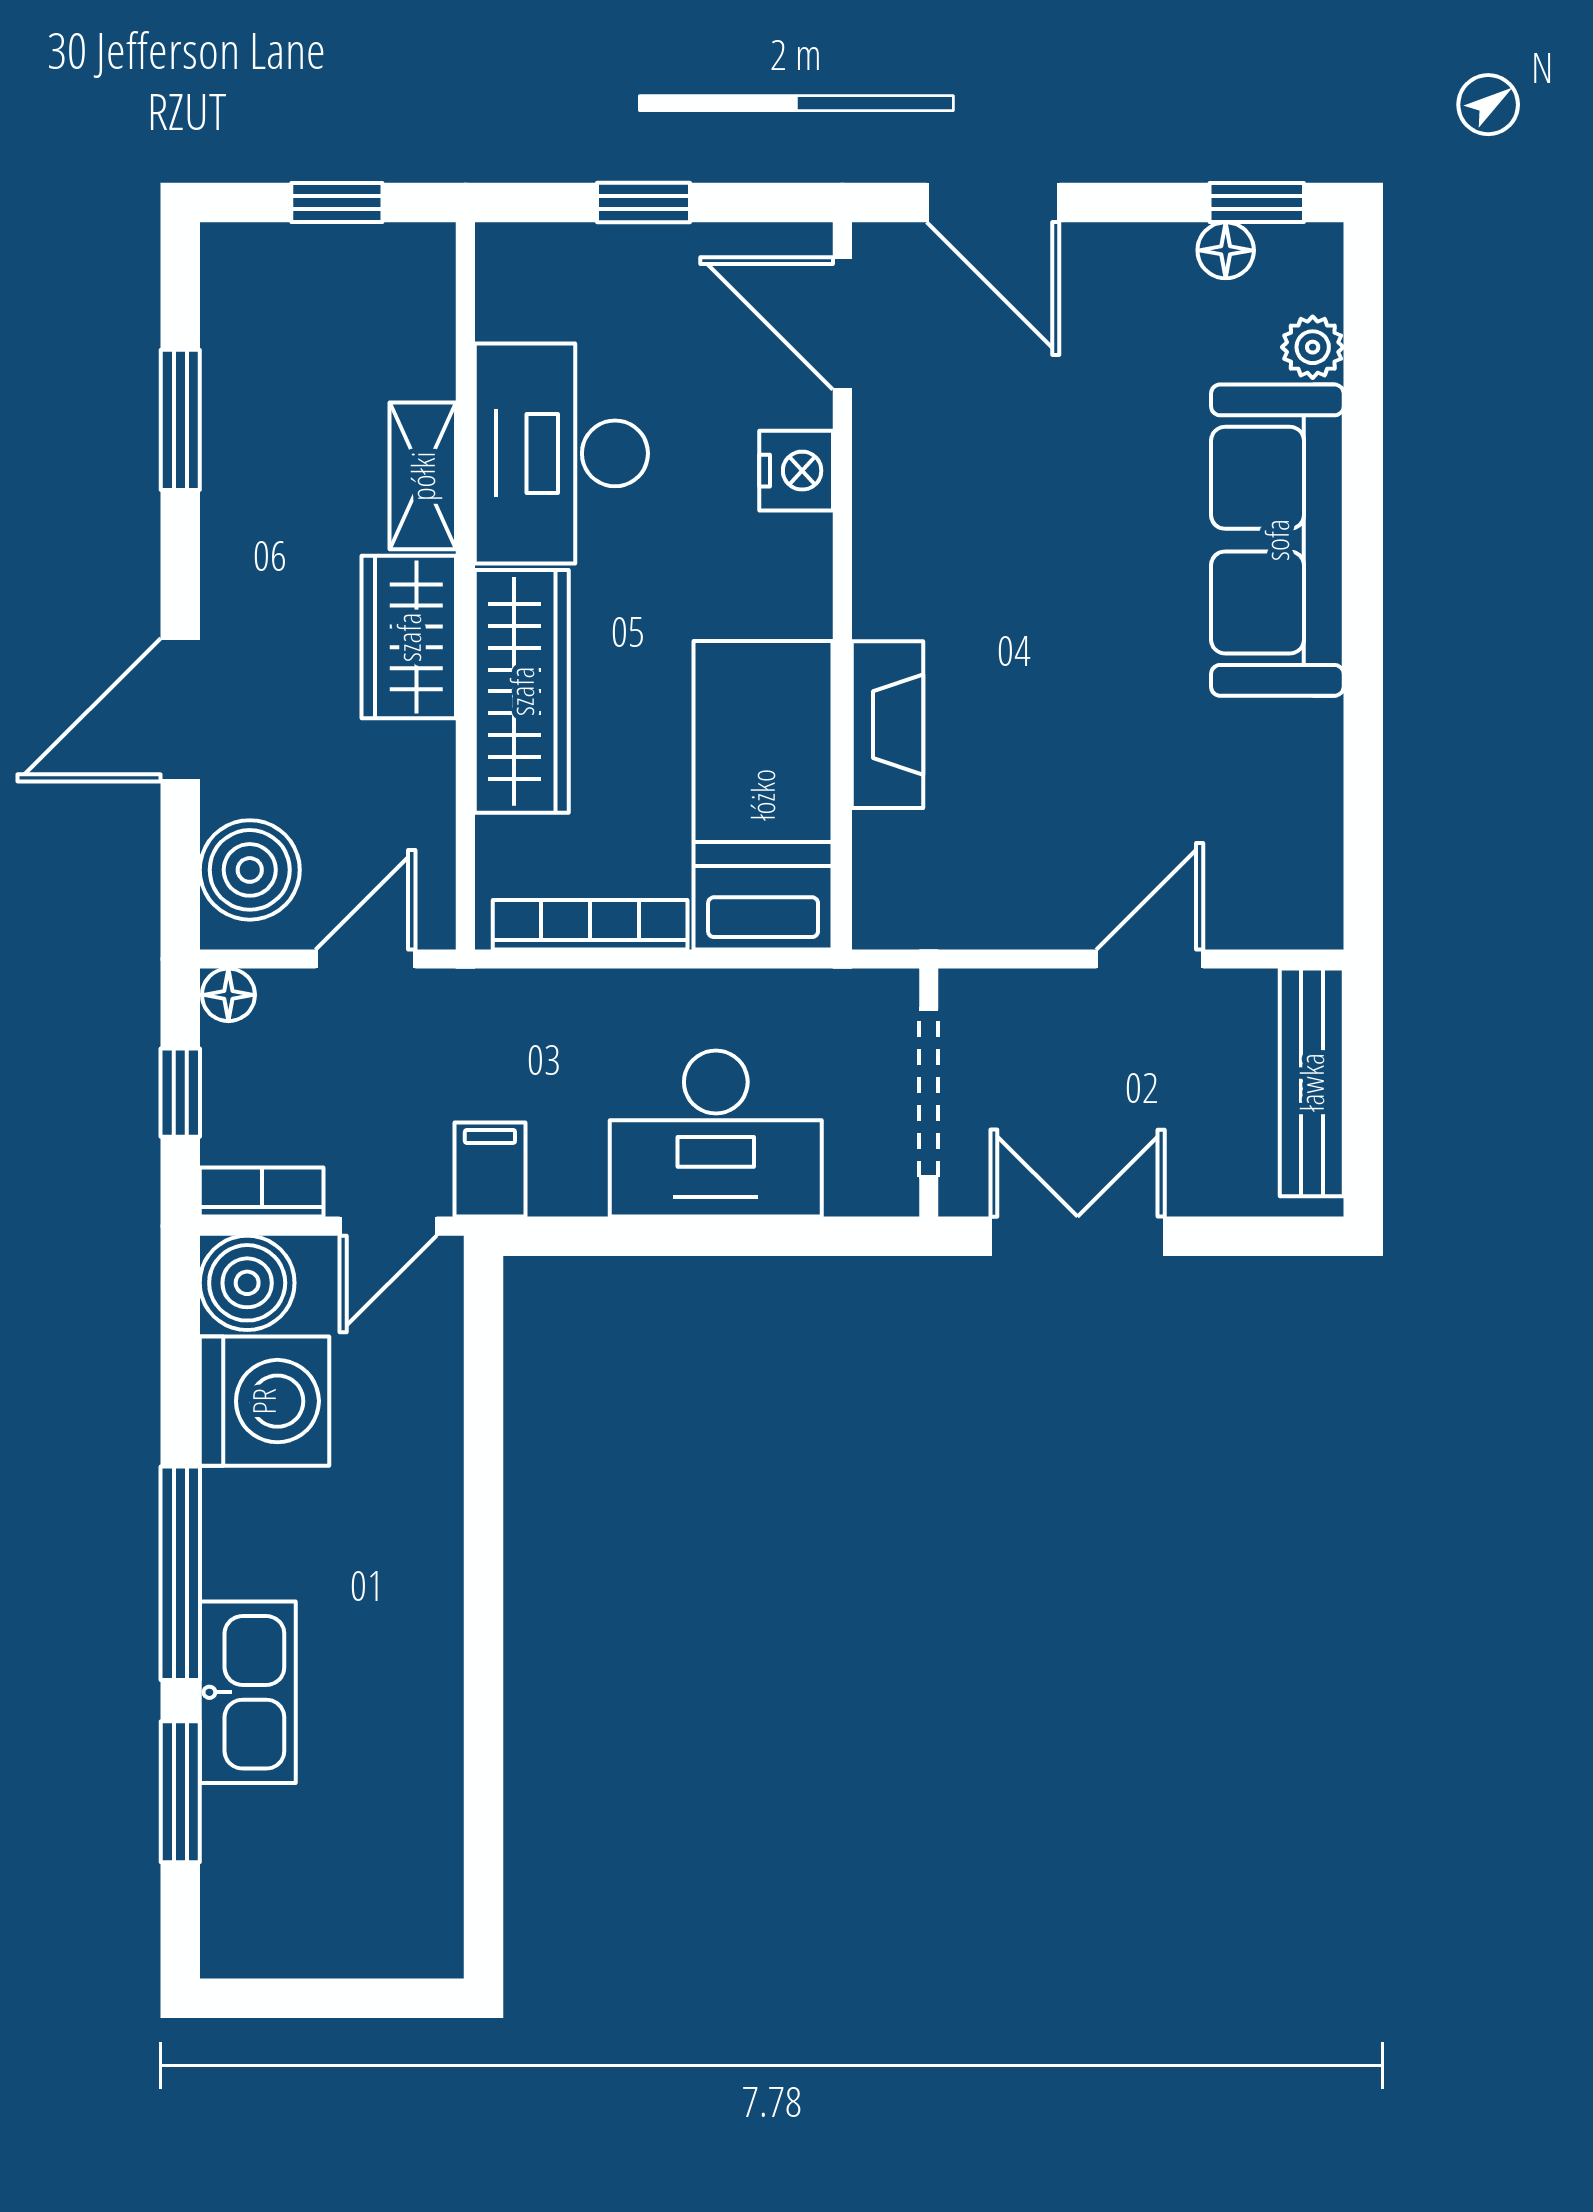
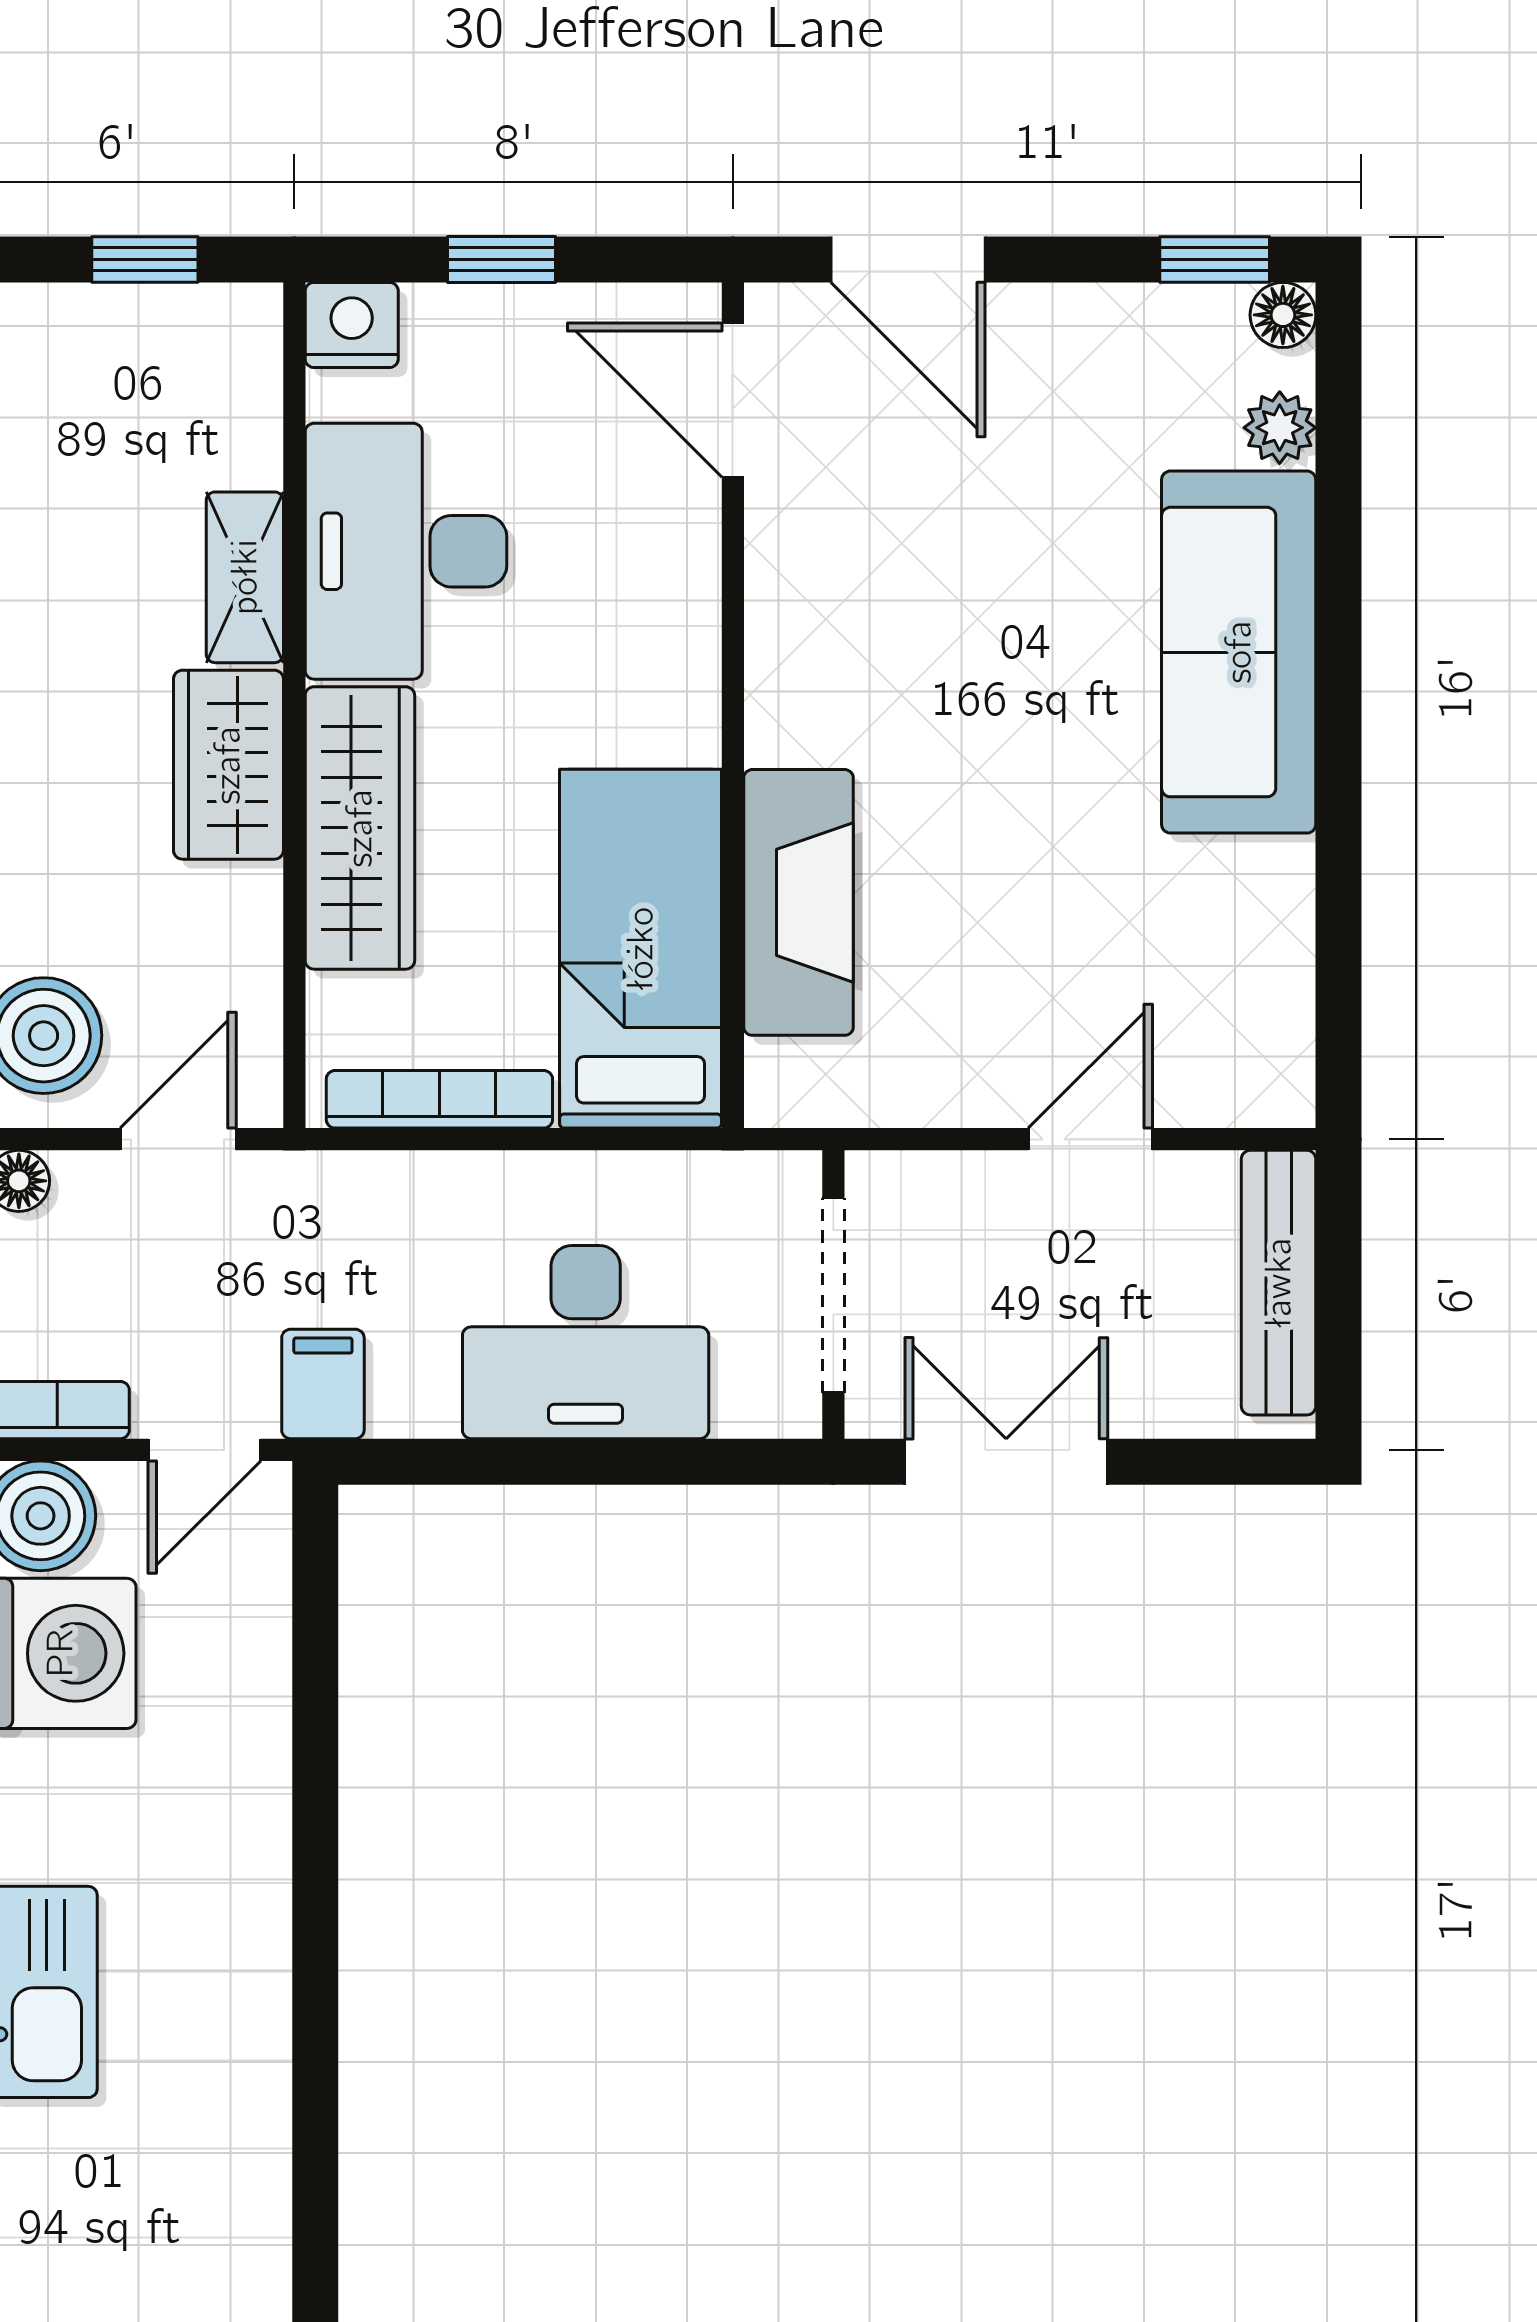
floor lamp: (1226, 250) -> (1283, 315), moved
nightstand: (796, 471) -> (352, 325), moved, turned -90
fireplace: (888, 725) -> (798, 902), width x1.37, depth x1.32

